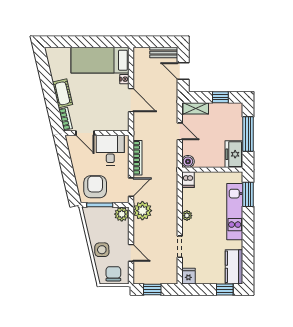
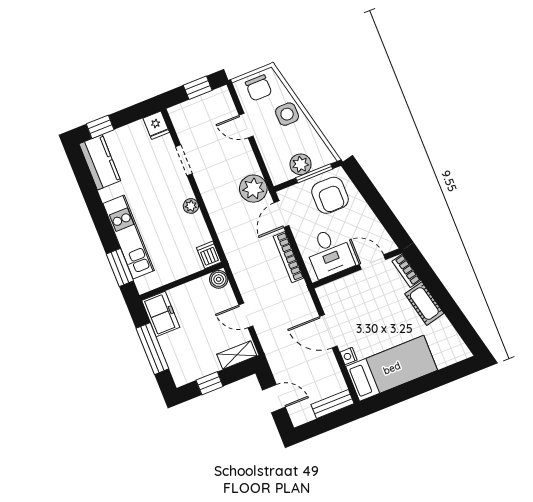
bench: (164, 53) -> (332, 404), moved
plant: (122, 214) -> (301, 164), moved

